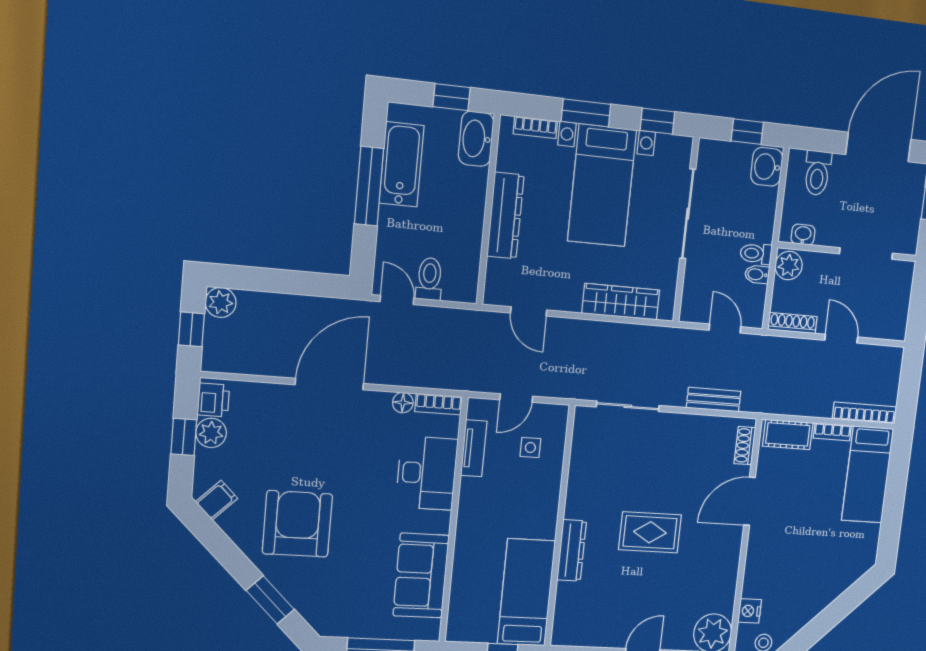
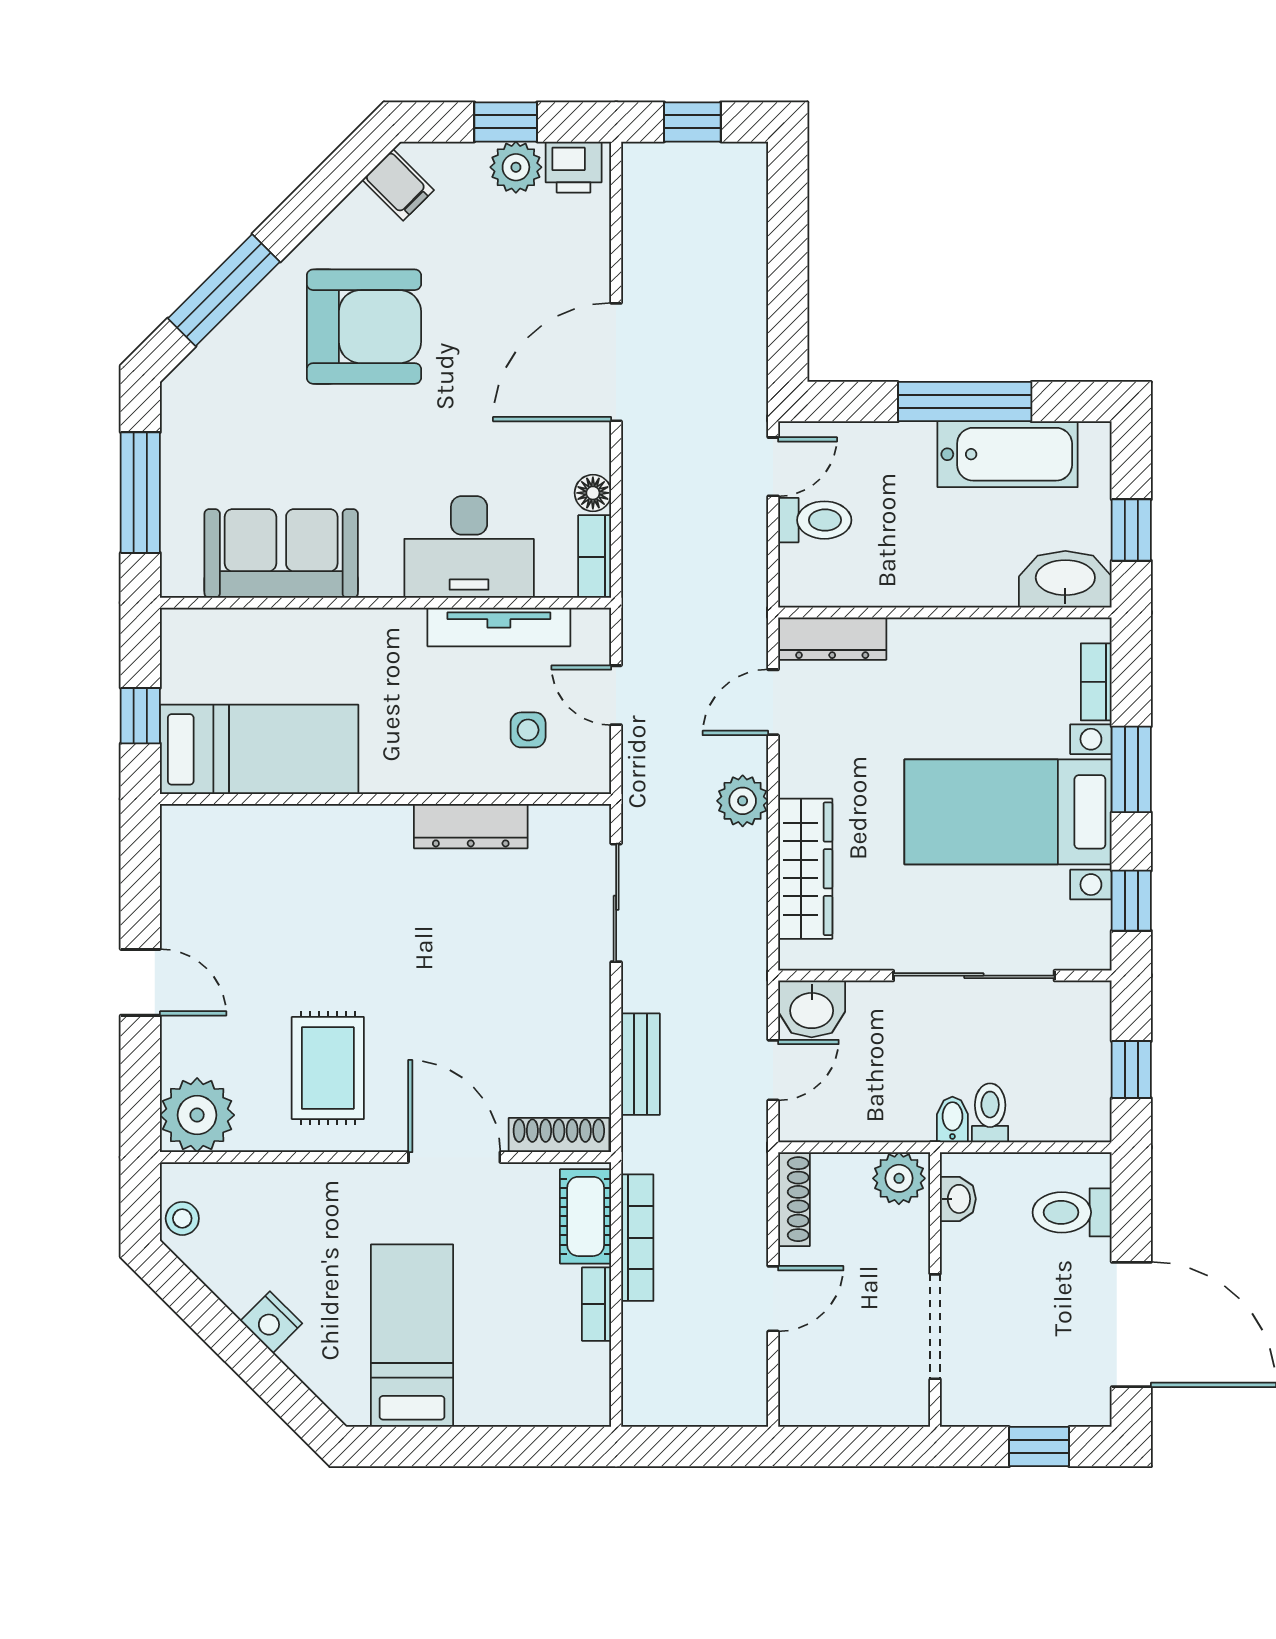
washbasin: (767, 167) -> (812, 1009), moved, turned 180
dresser: (505, 216) -> (832, 639), moved, width x0.73, depth x0.80
toilet: (756, 254) -> (990, 1113), moved
bidet: (757, 274) -> (952, 1120), moved
plant: (221, 302) -> (743, 801), moved
door: (329, 384) -> (616, 362), swing flipped
bookcase: (865, 413) -> (637, 1238), moved
shoe rack: (745, 446) -> (559, 1135), width x1.43
tv unit: (474, 448) -> (499, 627), width x1.41
bed: (868, 474) -> (412, 1336), moved, turned 90
rug: (650, 532) -> (328, 1068), moved
dresser: (572, 550) -> (471, 826), moved
window: (270, 600) -> (224, 290), width x1.44
nightstand: (750, 611) -> (271, 1322), moved, turned -135

